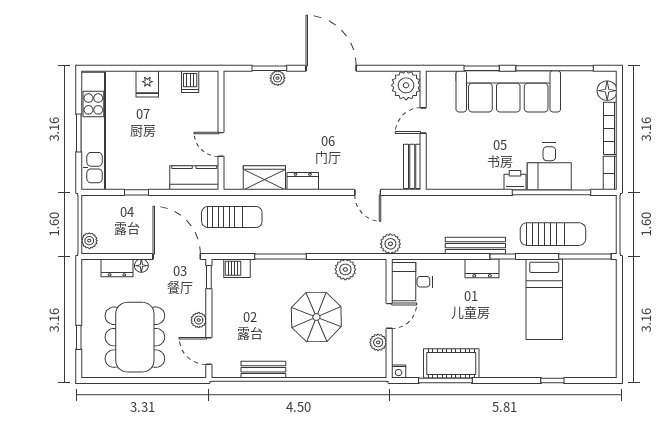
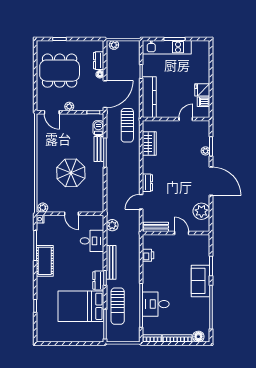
door: (331, 68) -> (211, 181), hinge flipped
fridge: (147, 84) -> (202, 90), moved
plant: (406, 85) -> (201, 211), moved
sofa: (508, 91) -> (201, 281), width x0.54, depth x0.79
kitchen unit: (93, 131) -> (167, 47), width x0.73
door: (221, 144) -> (186, 119), moved
kitchen counter: (194, 178) -> (149, 97), width x1.50
printer: (515, 180) -> (148, 255), moved
dresser: (303, 181) -> (147, 183), moved
plant: (390, 244) -> (112, 225), moved
dresser: (482, 268) -> (98, 281), moved
plant: (345, 269) -> (98, 189), removed
desk: (412, 282) -> (92, 241), moved, turned 90
bed: (544, 299) -> (81, 306), width x1.50
plant: (378, 342) -> (43, 208), moved
door: (209, 351) -> (52, 112), swing flipped
cot: (451, 363) -> (45, 261), moved
bench: (263, 370) -> (99, 149), moved

